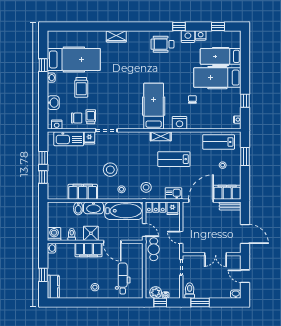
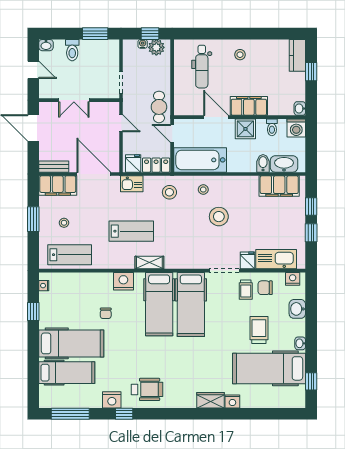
window: (218, 27) -> (70, 414), width x2.17
nightstand: (201, 35) -> (232, 401), moved
window: (43, 65) -> (311, 381), moved
hospital bed: (131, 106) -> (191, 304), added
window: (245, 157) -> (33, 219), moved
filing cabinet: (83, 192) -> (279, 186), moved
door: (201, 201) -> (94, 174), swing flipped
washbasin: (93, 208) -> (284, 164), moved
double door: (216, 254) -> (74, 100), swing flipped
toilet: (190, 290) -> (72, 50), moved

